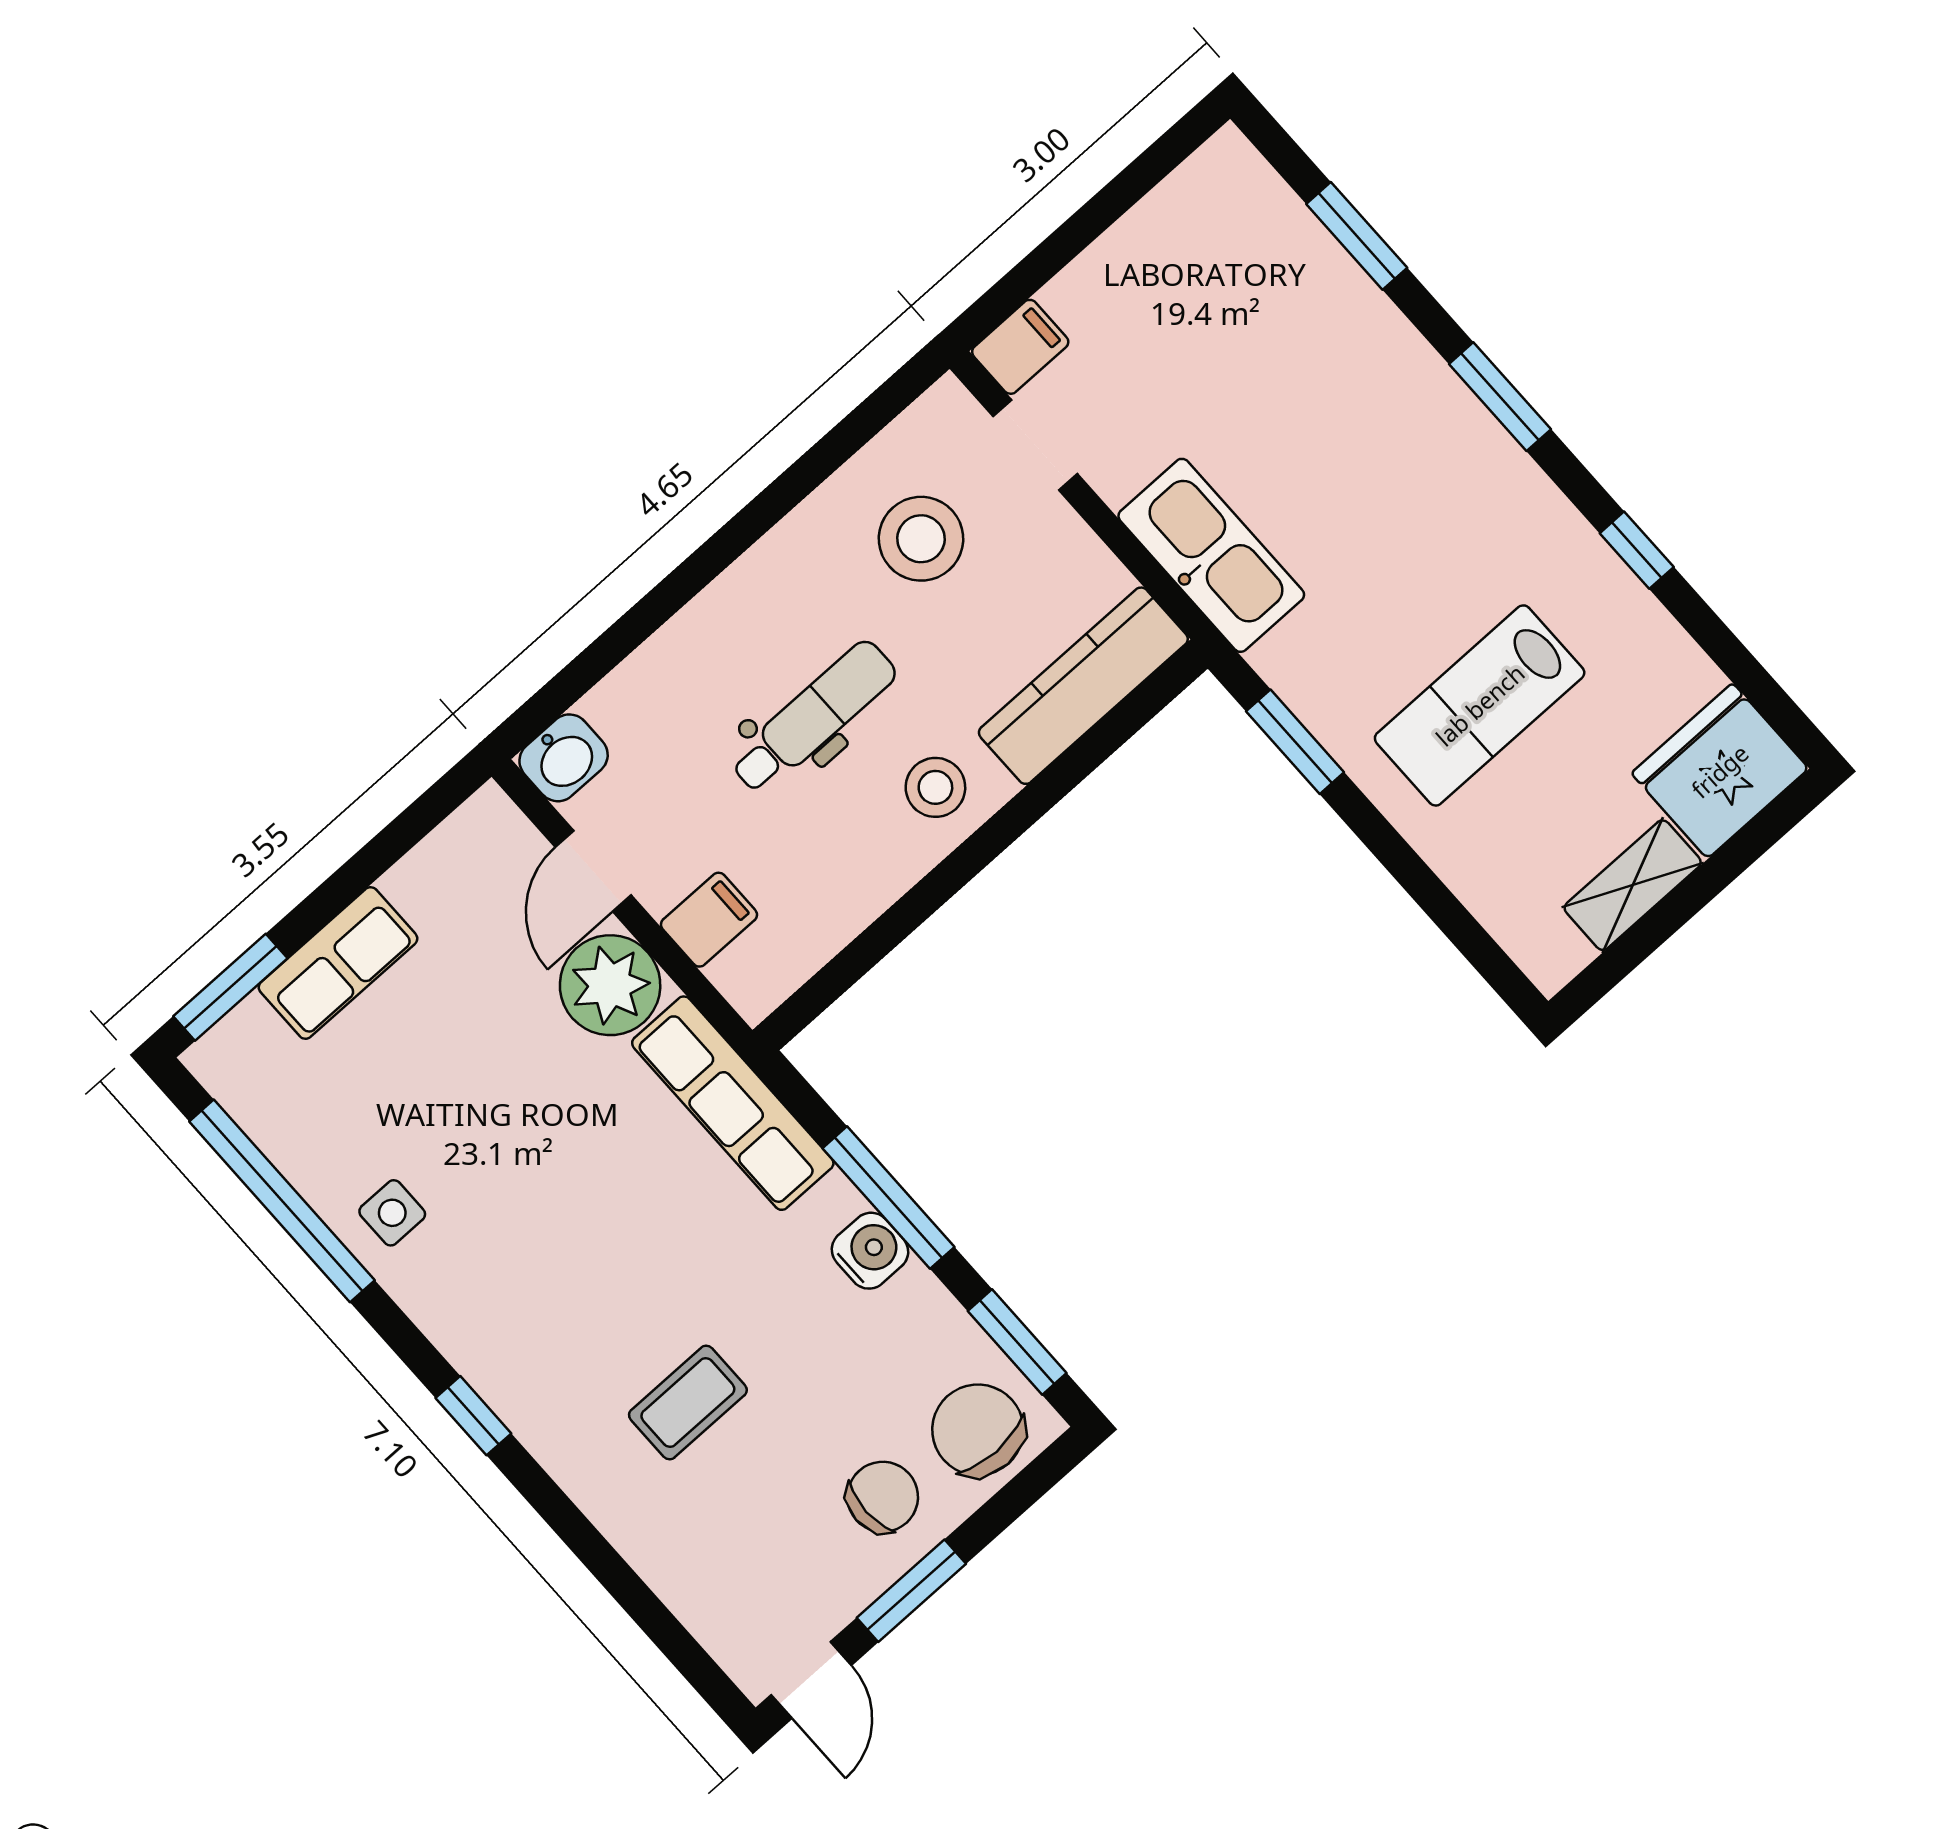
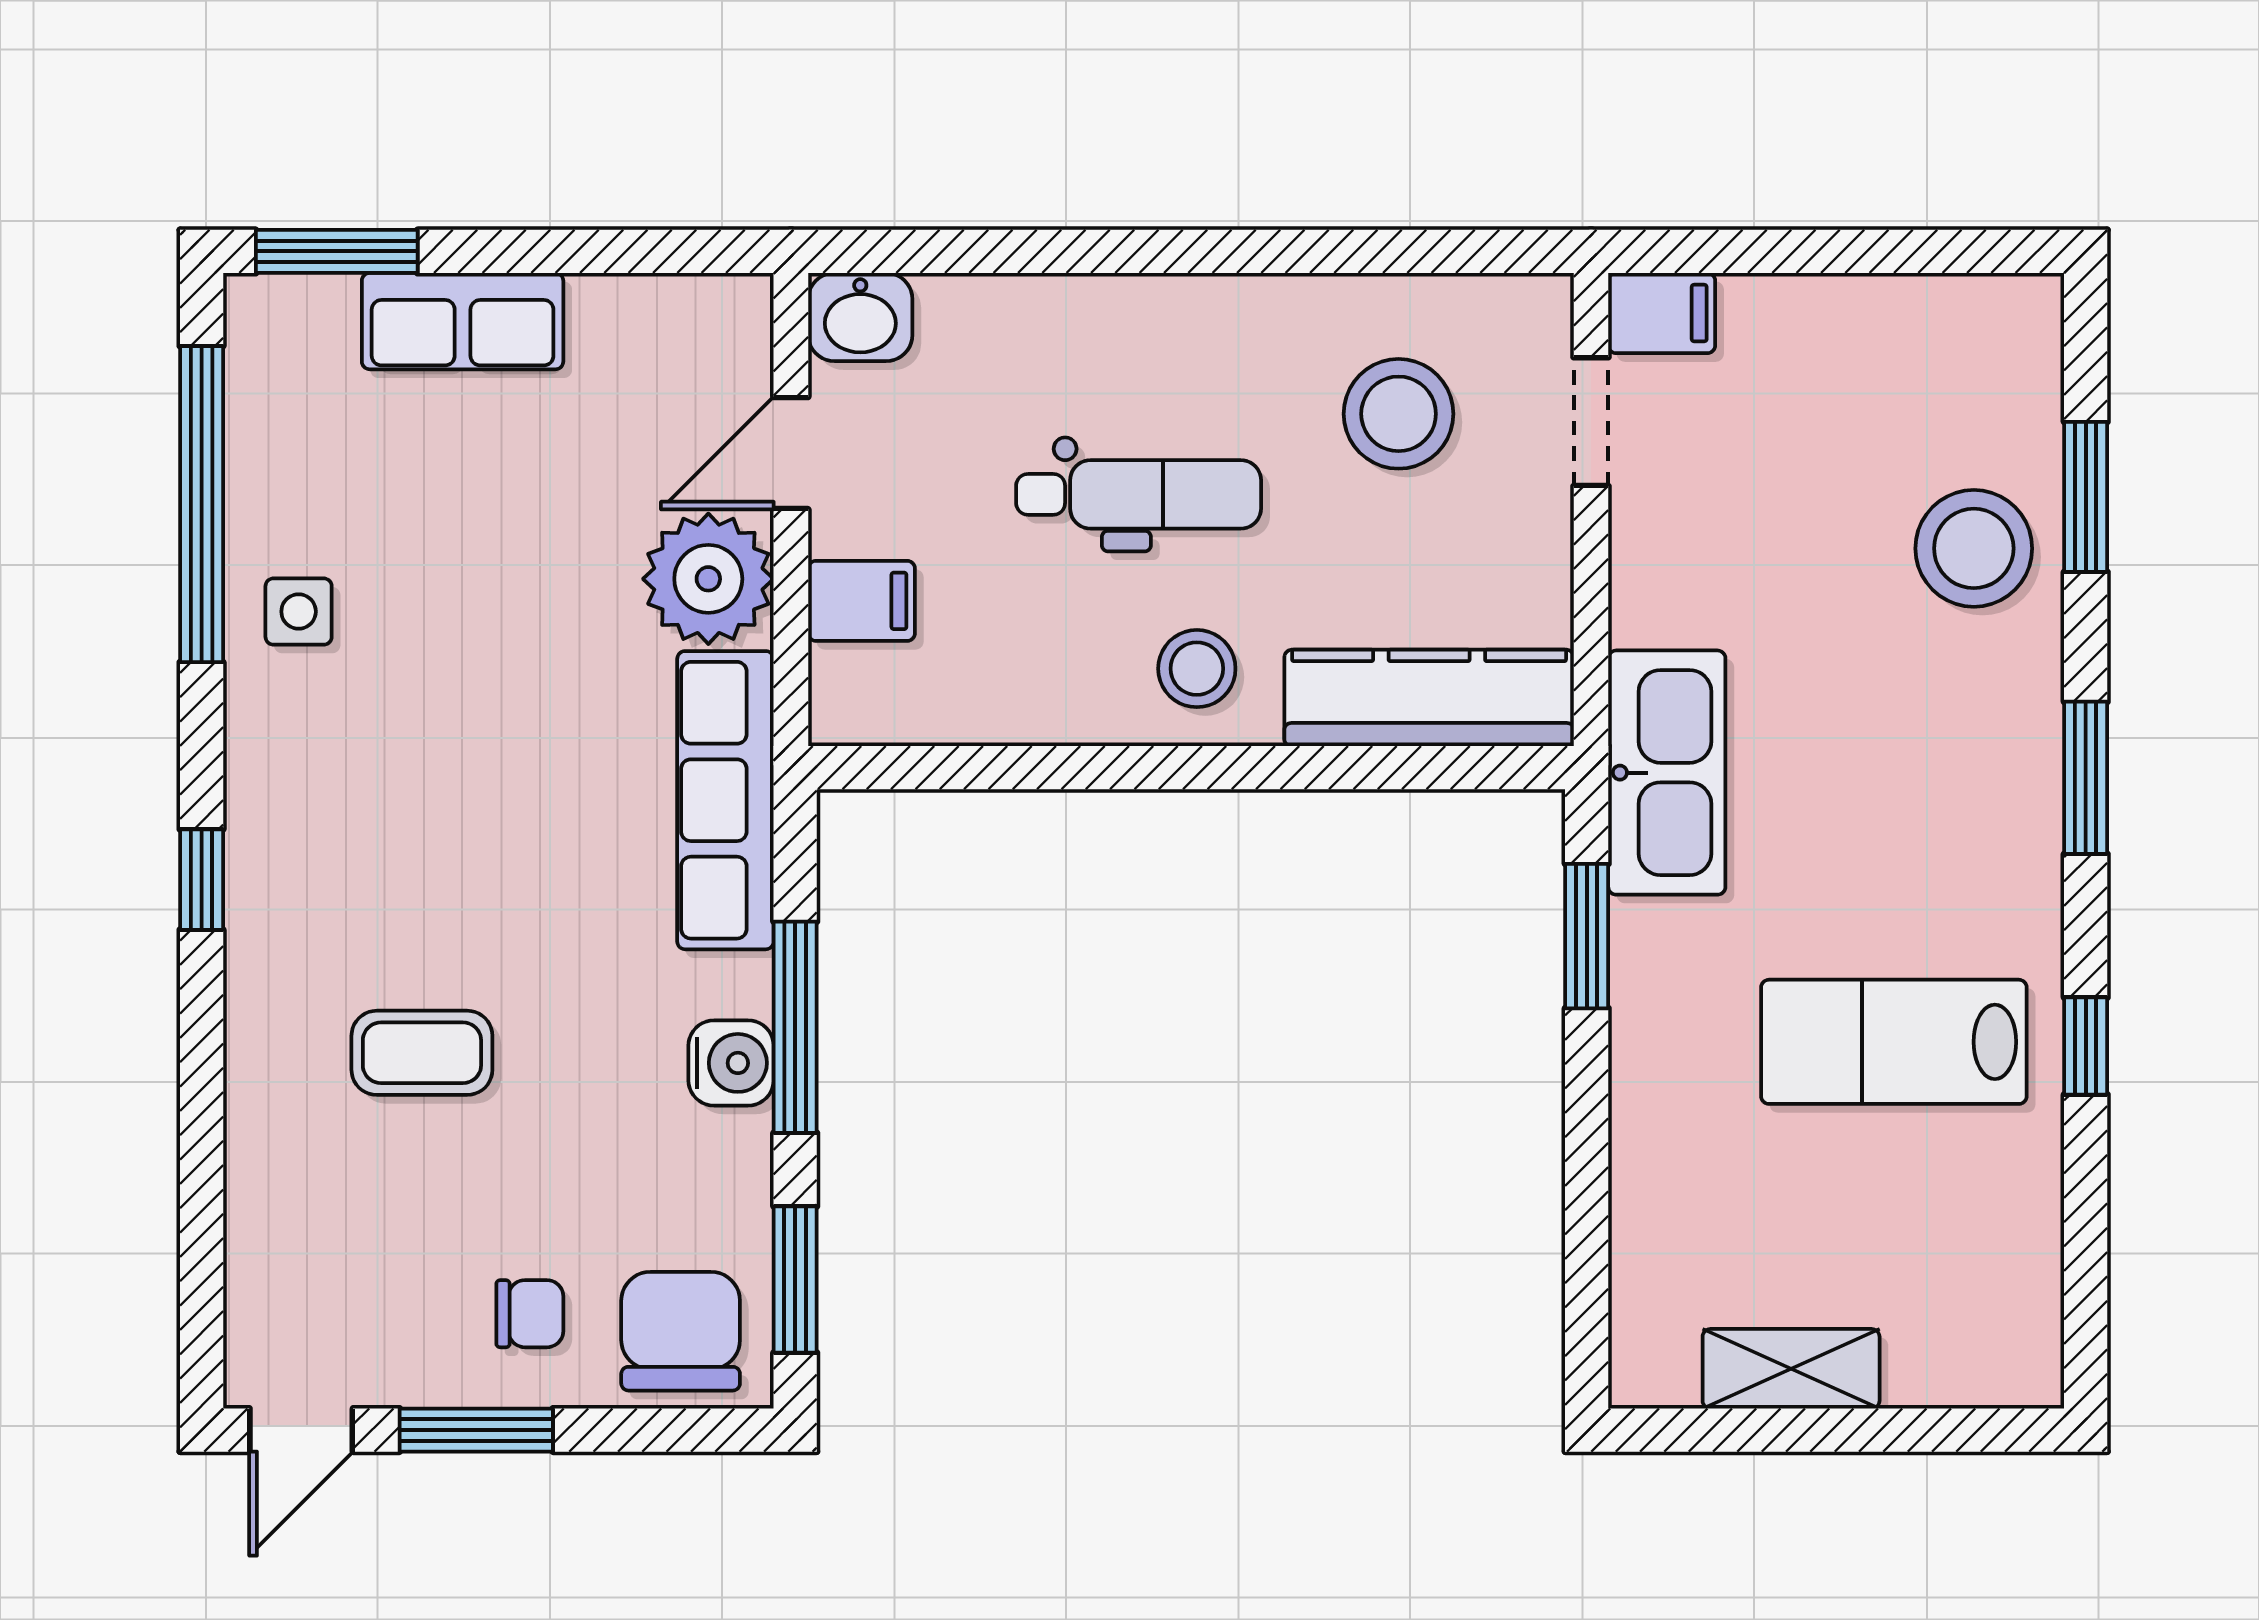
stool: (1319, 322) -> (1974, 548), added
kitchen sink: (1211, 555) -> (1667, 773), moved
lab bench: (1480, 705) -> (1894, 1042), moved
fridge: (1720, 771) -> (1975, 1333), removed
chair: (883, 1497) -> (530, 1314), width x0.73, depth x0.73

